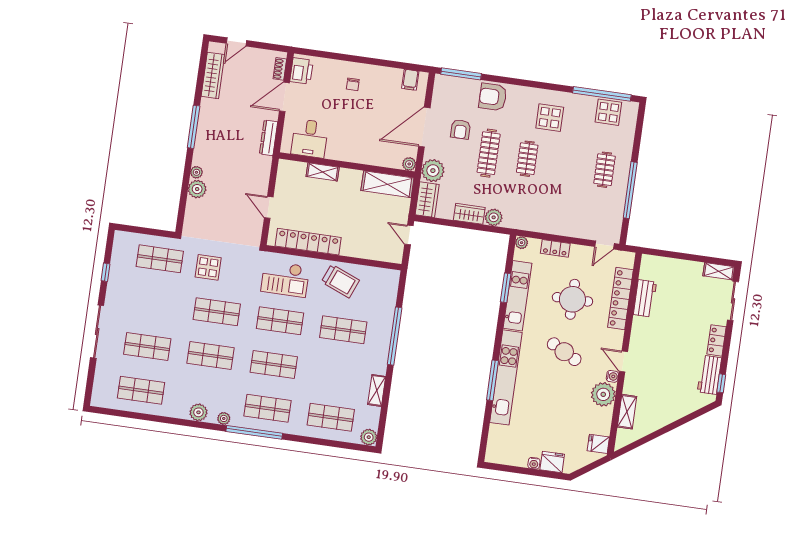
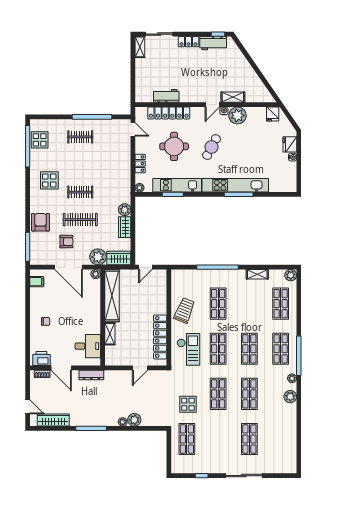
armchair: (493, 97) -> (41, 222), turned 180
shelving: (387, 184) -> (112, 296), width x1.47
shop shelf: (141, 390) -> (281, 439), removed
shelving: (627, 412) -> (233, 97), moved

